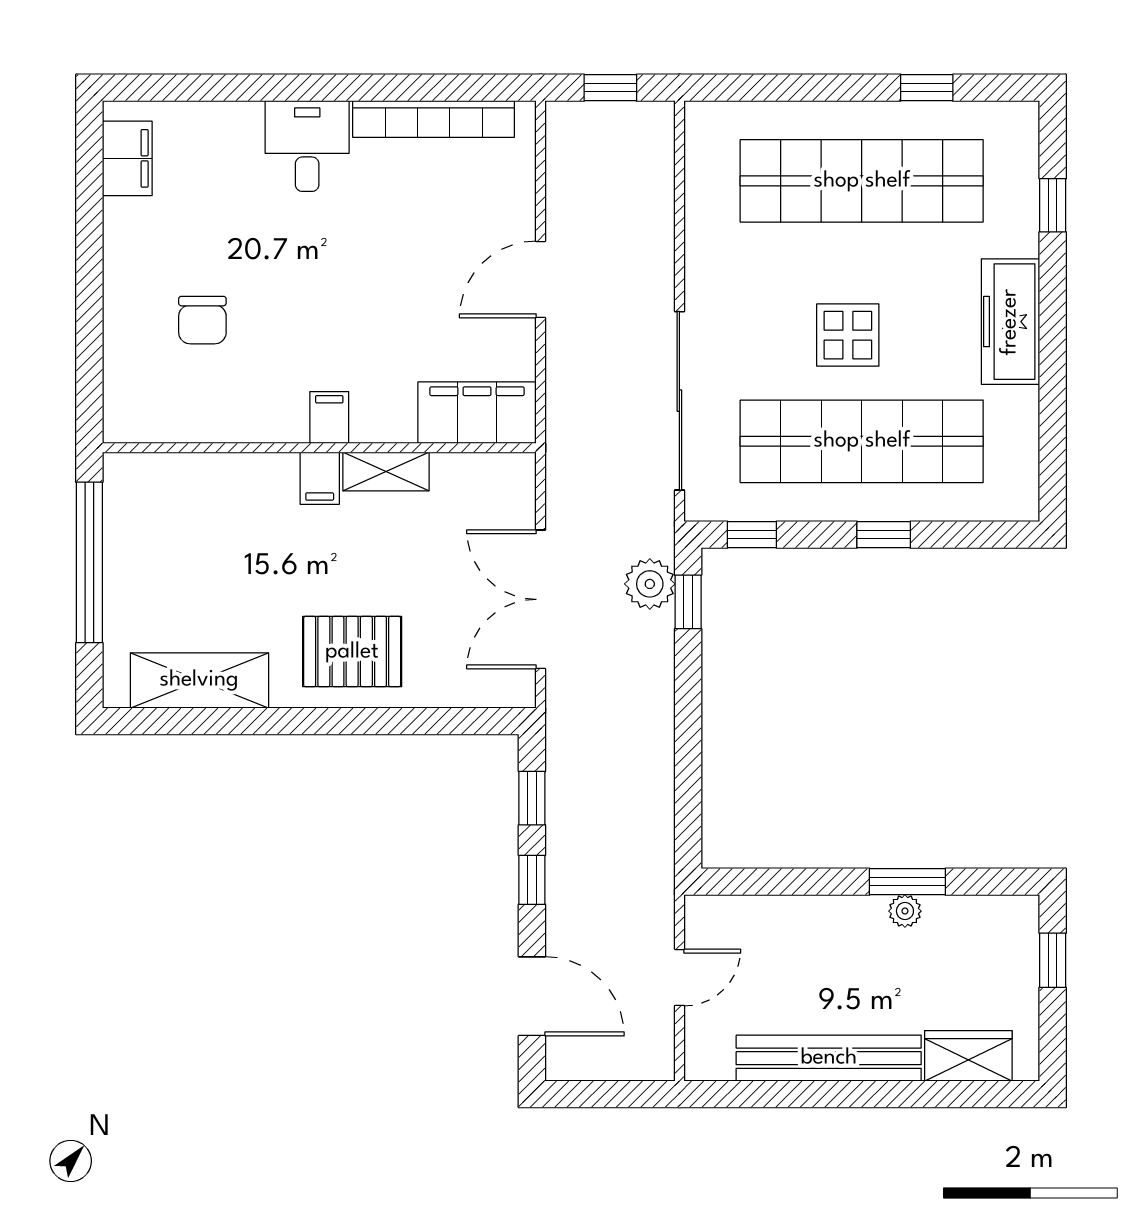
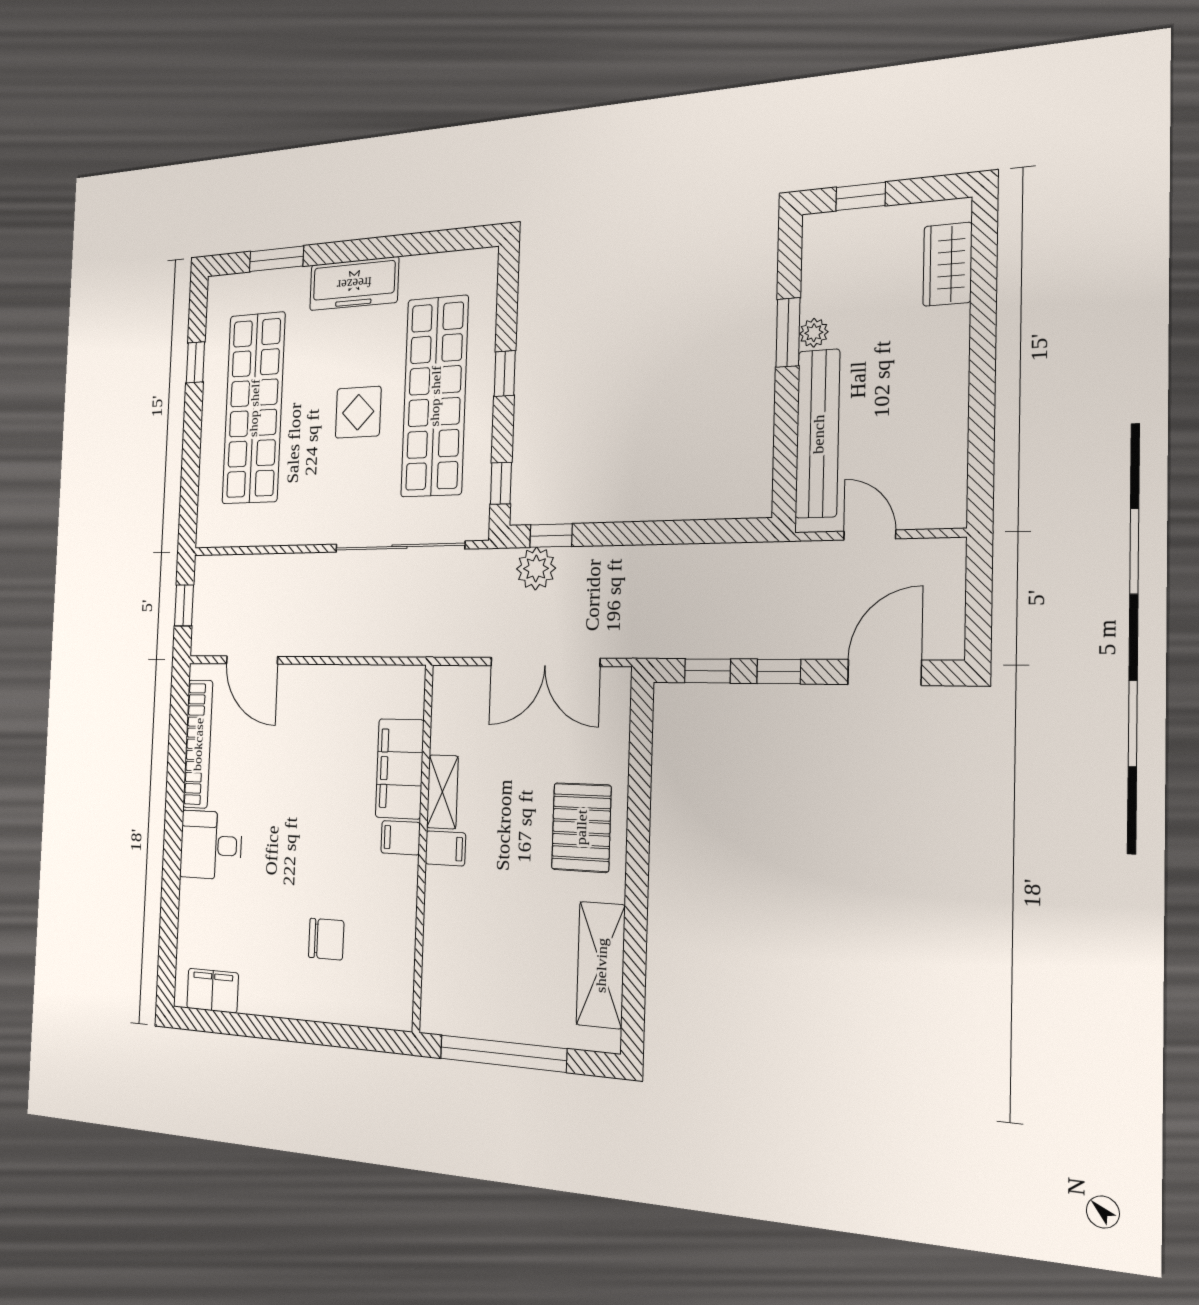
window: (1053, 205) -> (276, 259), width x1.50
door: (541, 279) -> (252, 660), moved
filing cabinet: (477, 413) -> (400, 769), moved
bench: (829, 1058) -> (818, 434), moved

